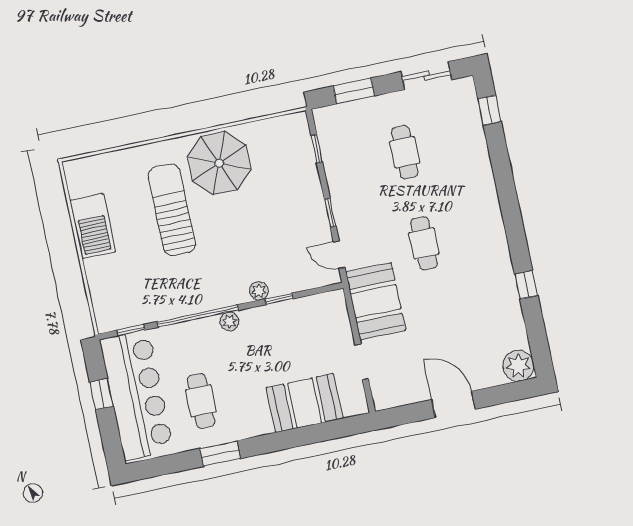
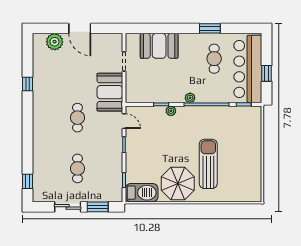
sliding door: (426, 76) -> (68, 207), moved
sun lounger: (172, 210) -> (208, 164), turned 180
barbecue: (93, 226) -> (142, 193), moved, turned 90
plant: (518, 366) -> (55, 42), moved

